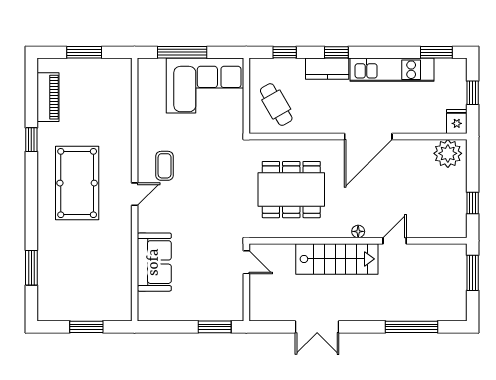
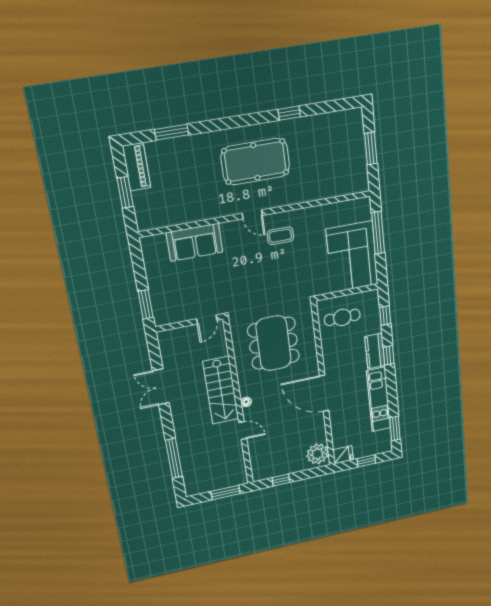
piano: (48, 97) -> (137, 167), moved, turned -90
cafe table: (276, 105) -> (342, 317), turned 30

